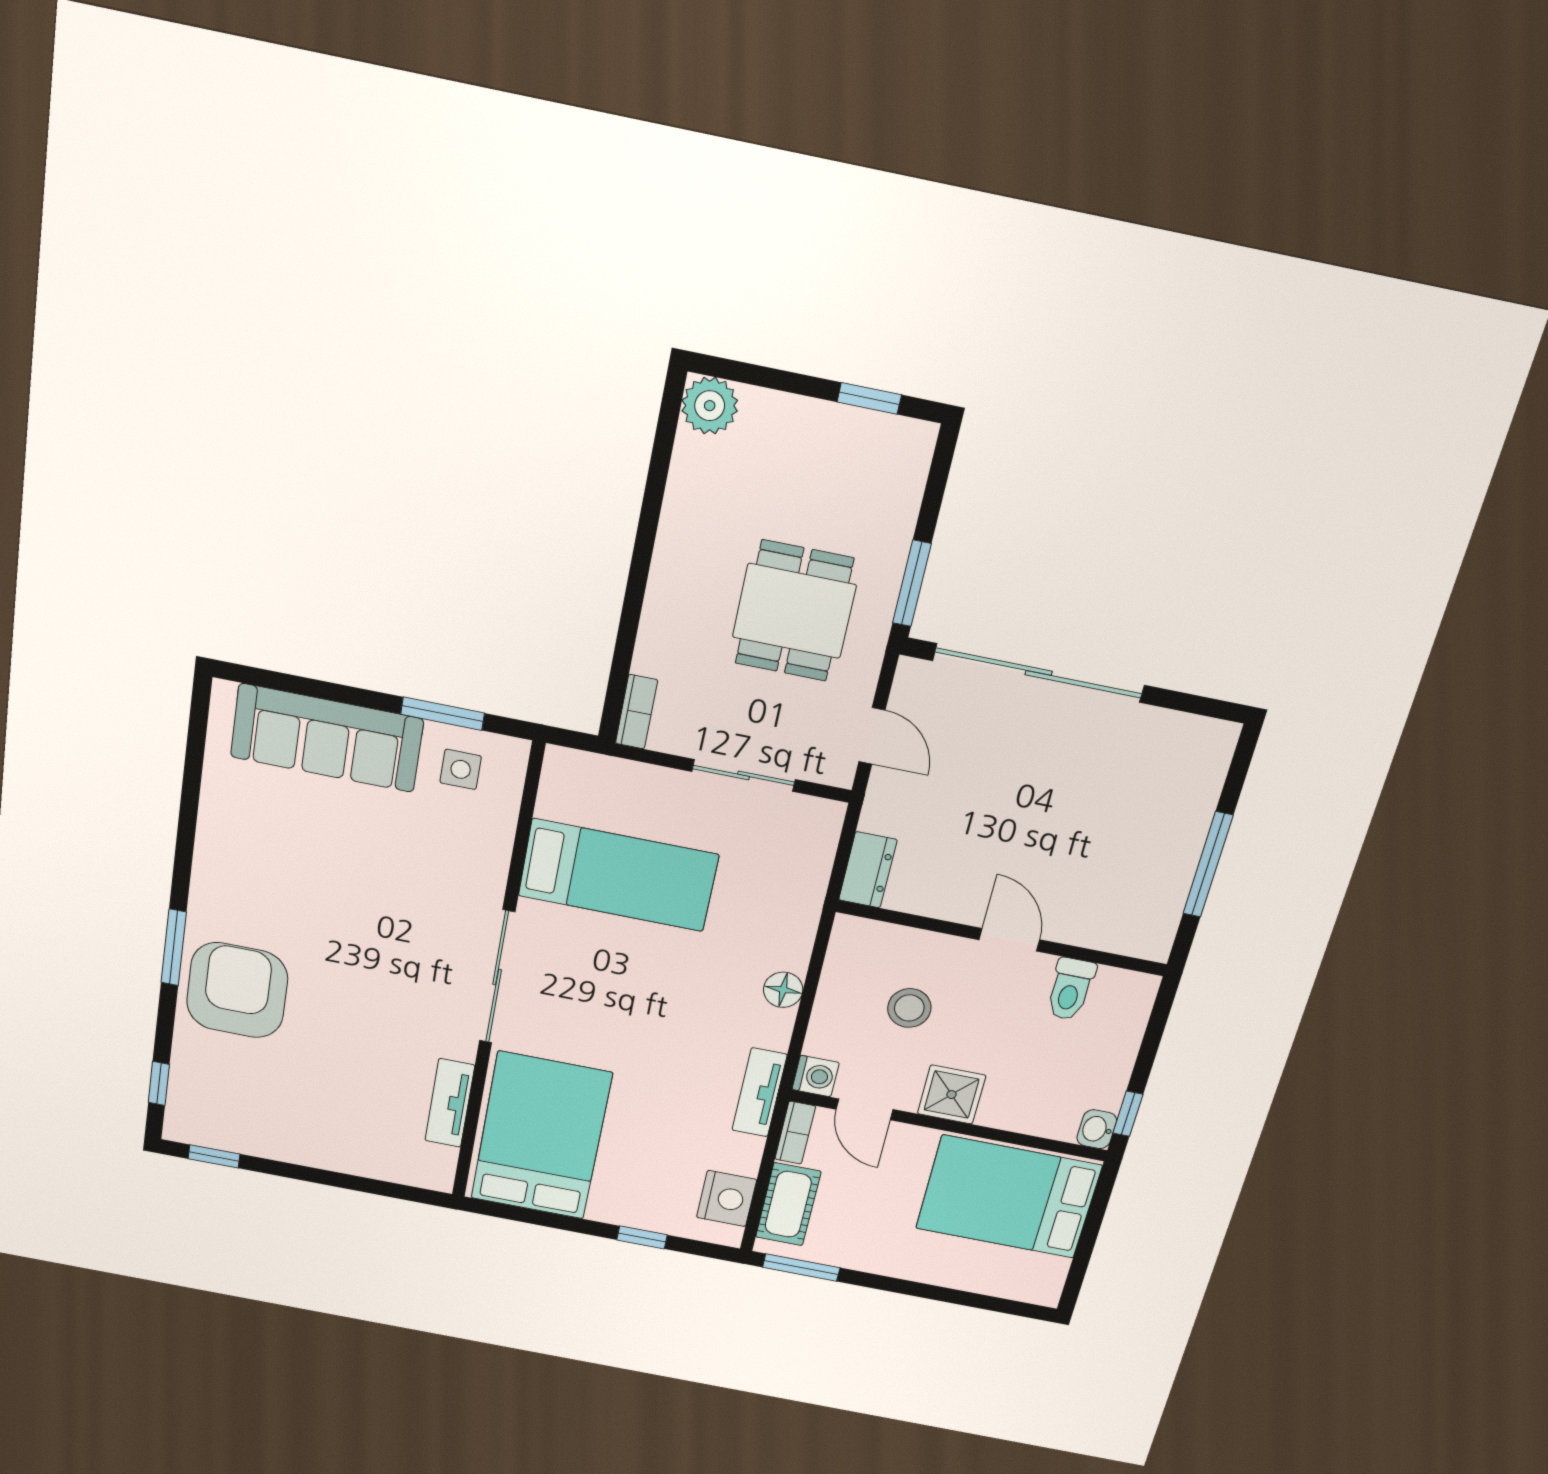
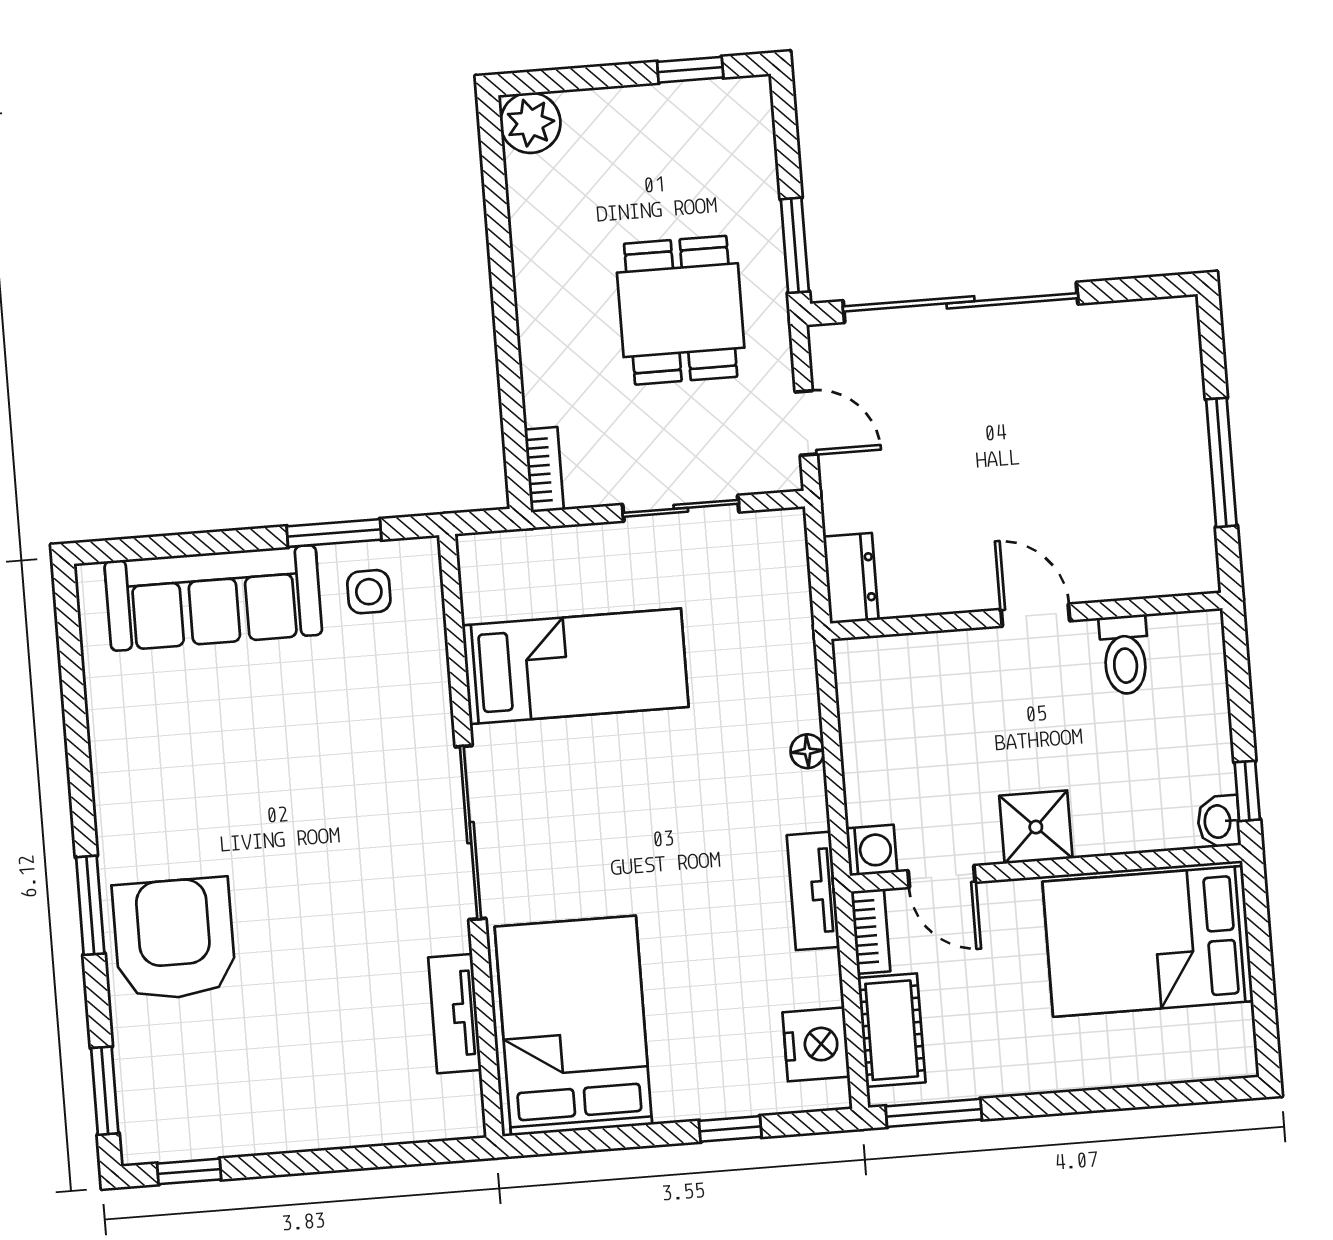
floor lamp: (783, 990) -> (807, 751), width x0.73, depth x0.73
stool: (909, 1008) -> (951, 732), removed
window: (159, 1084) -> (105, 1091), width x1.50

